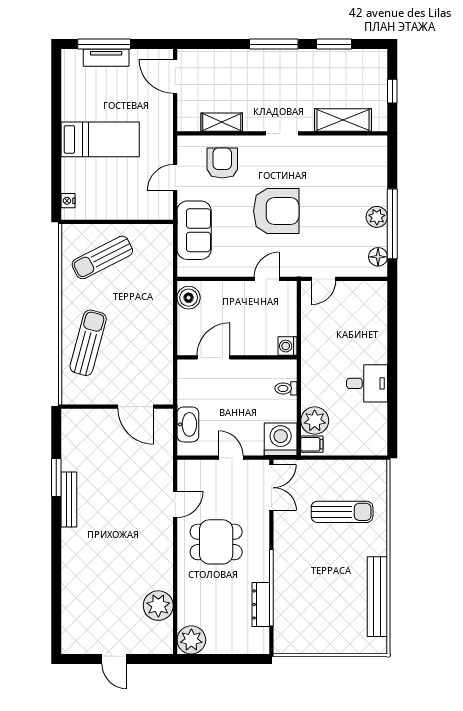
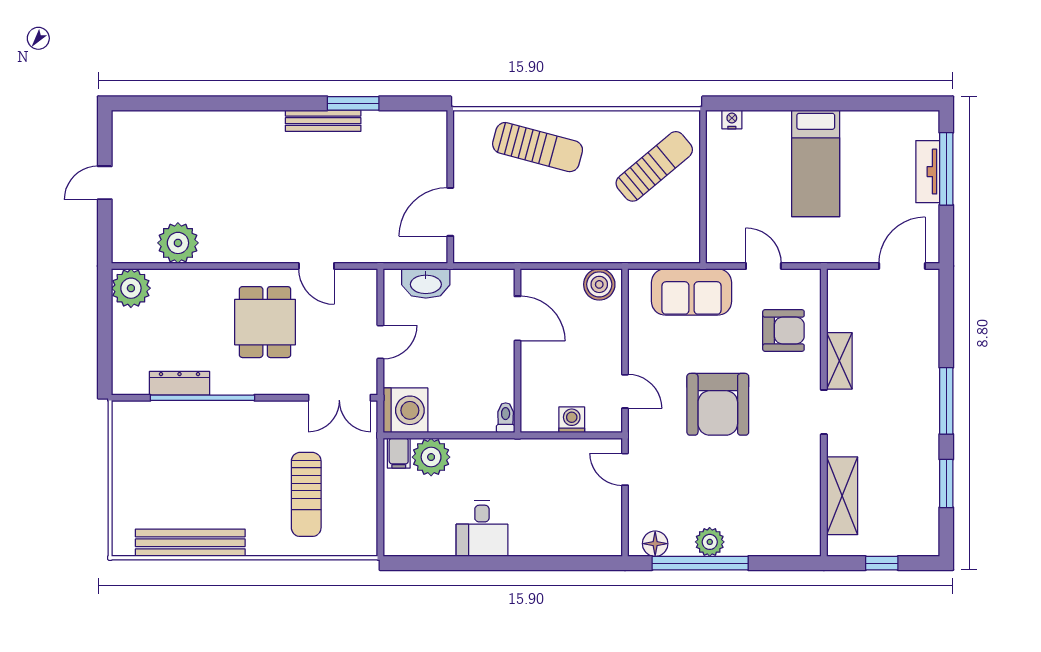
shelving: (222, 122) -> (839, 361), moved
sun lounger: (102, 257) -> (654, 166), turned 77
washing machine: (288, 346) -> (572, 420), moved
toilet: (286, 388) -> (506, 418), moved

